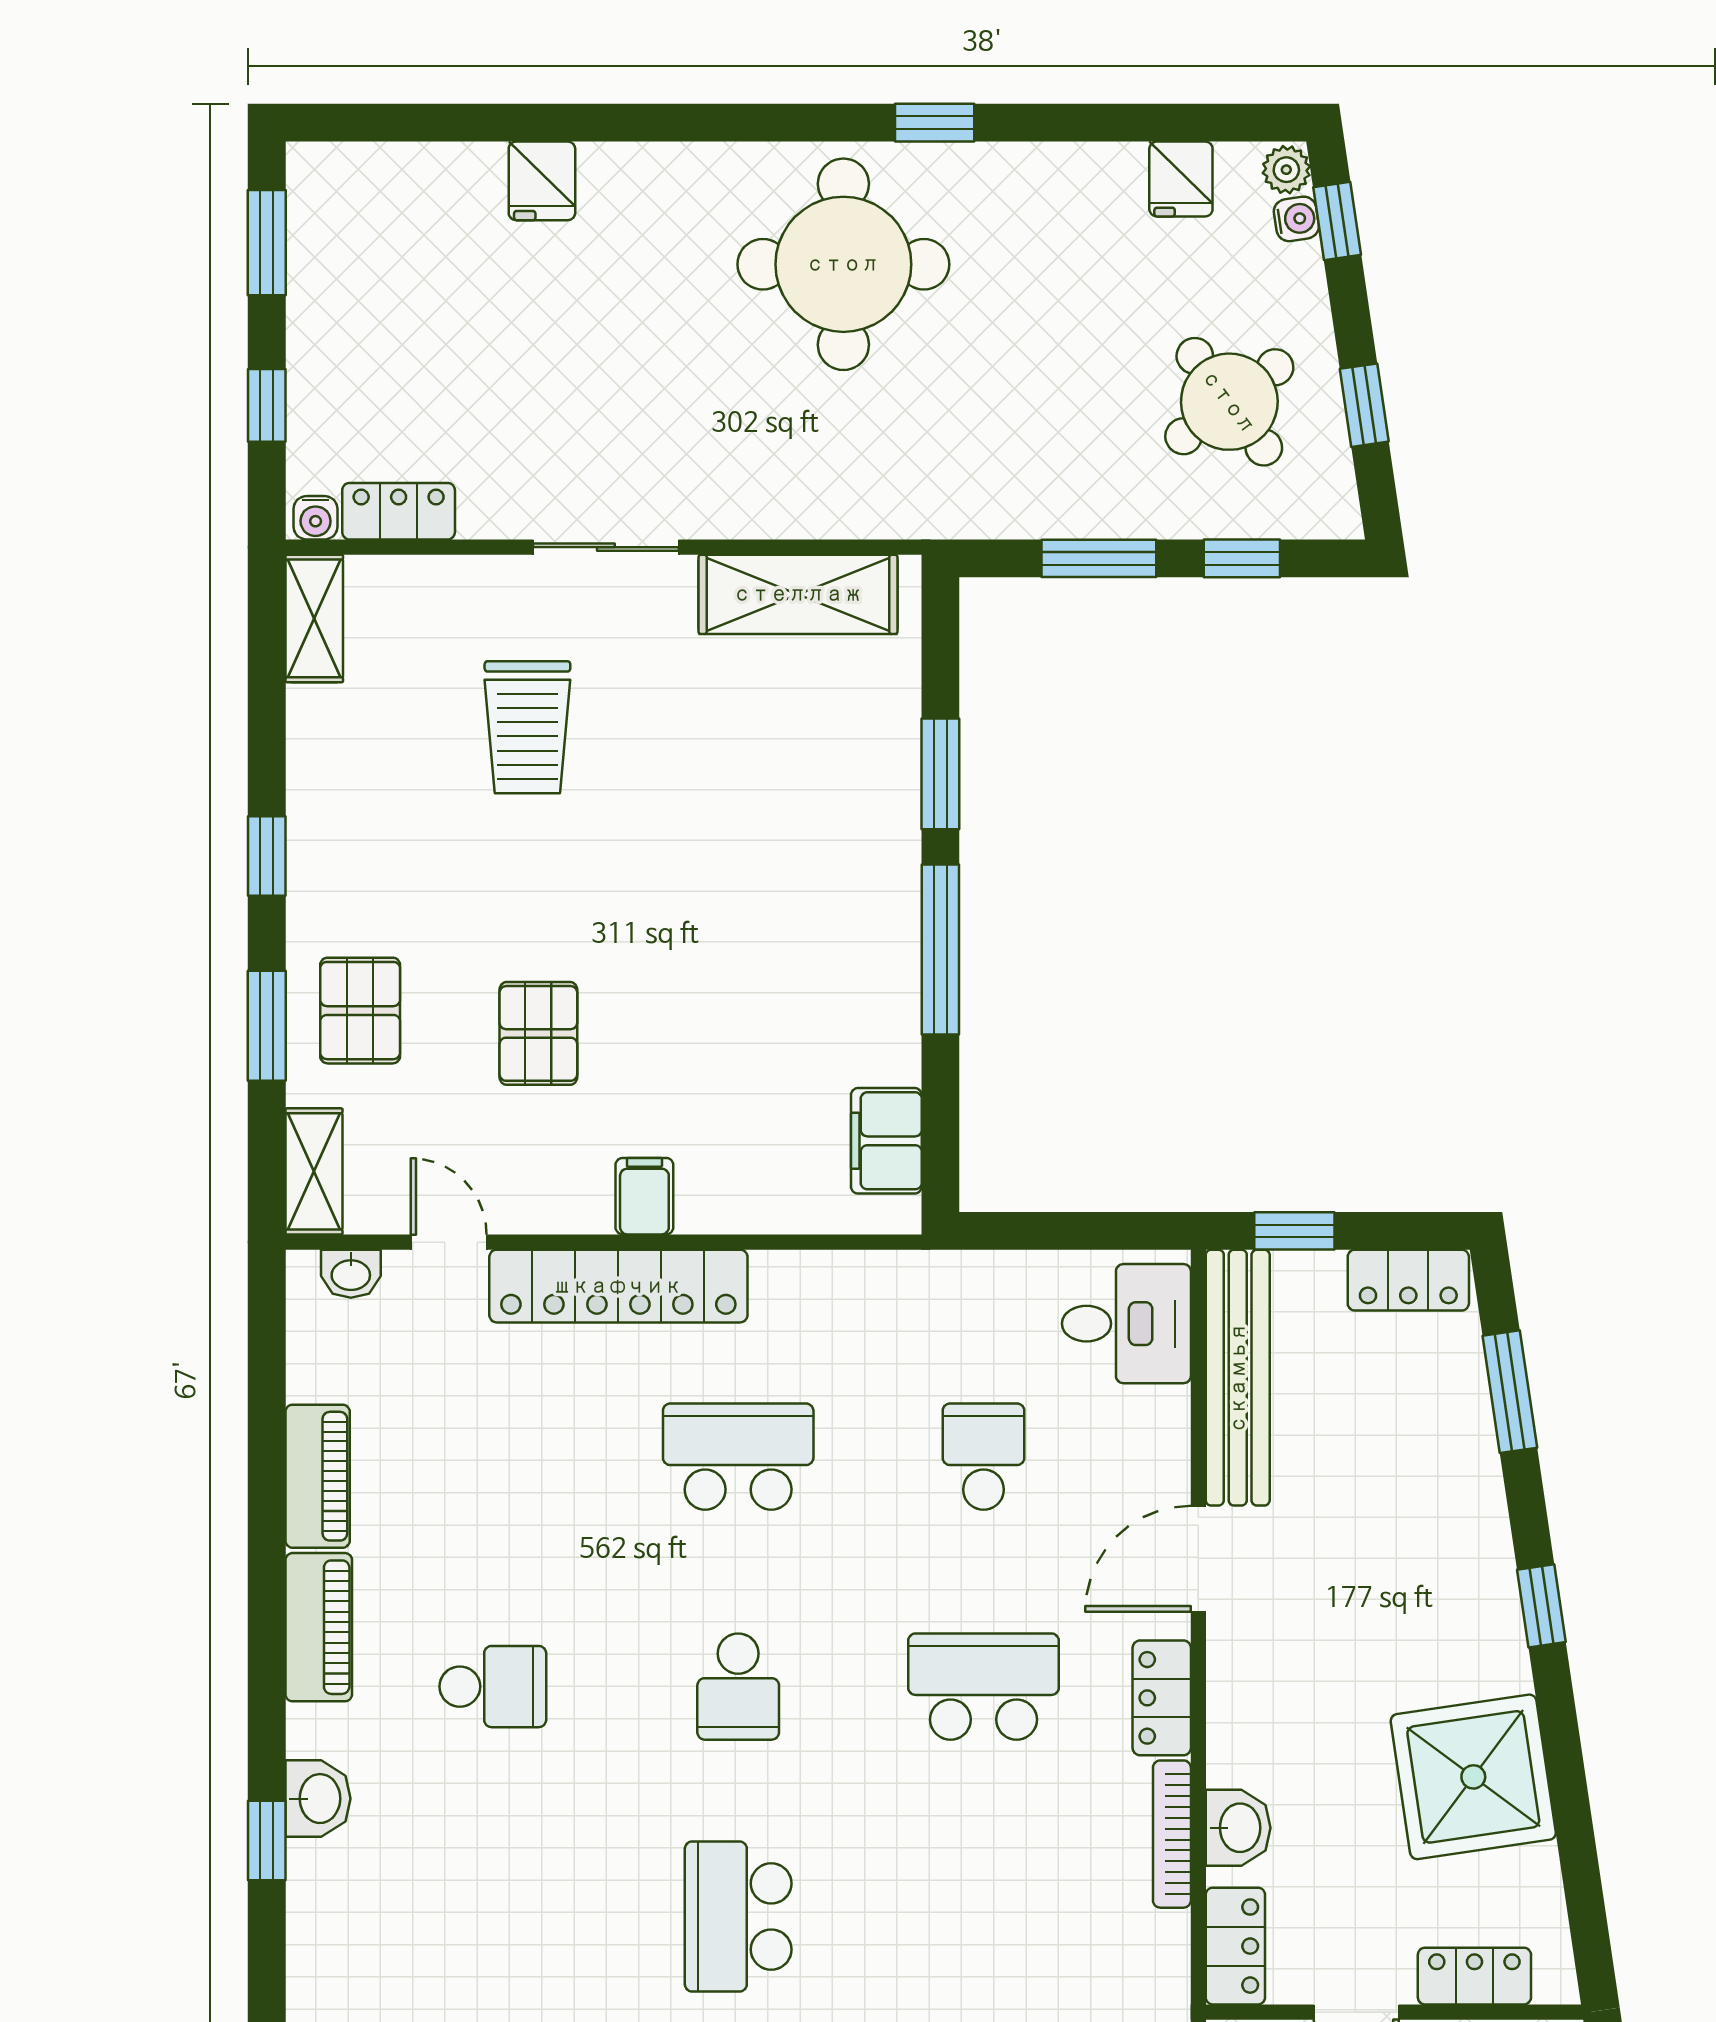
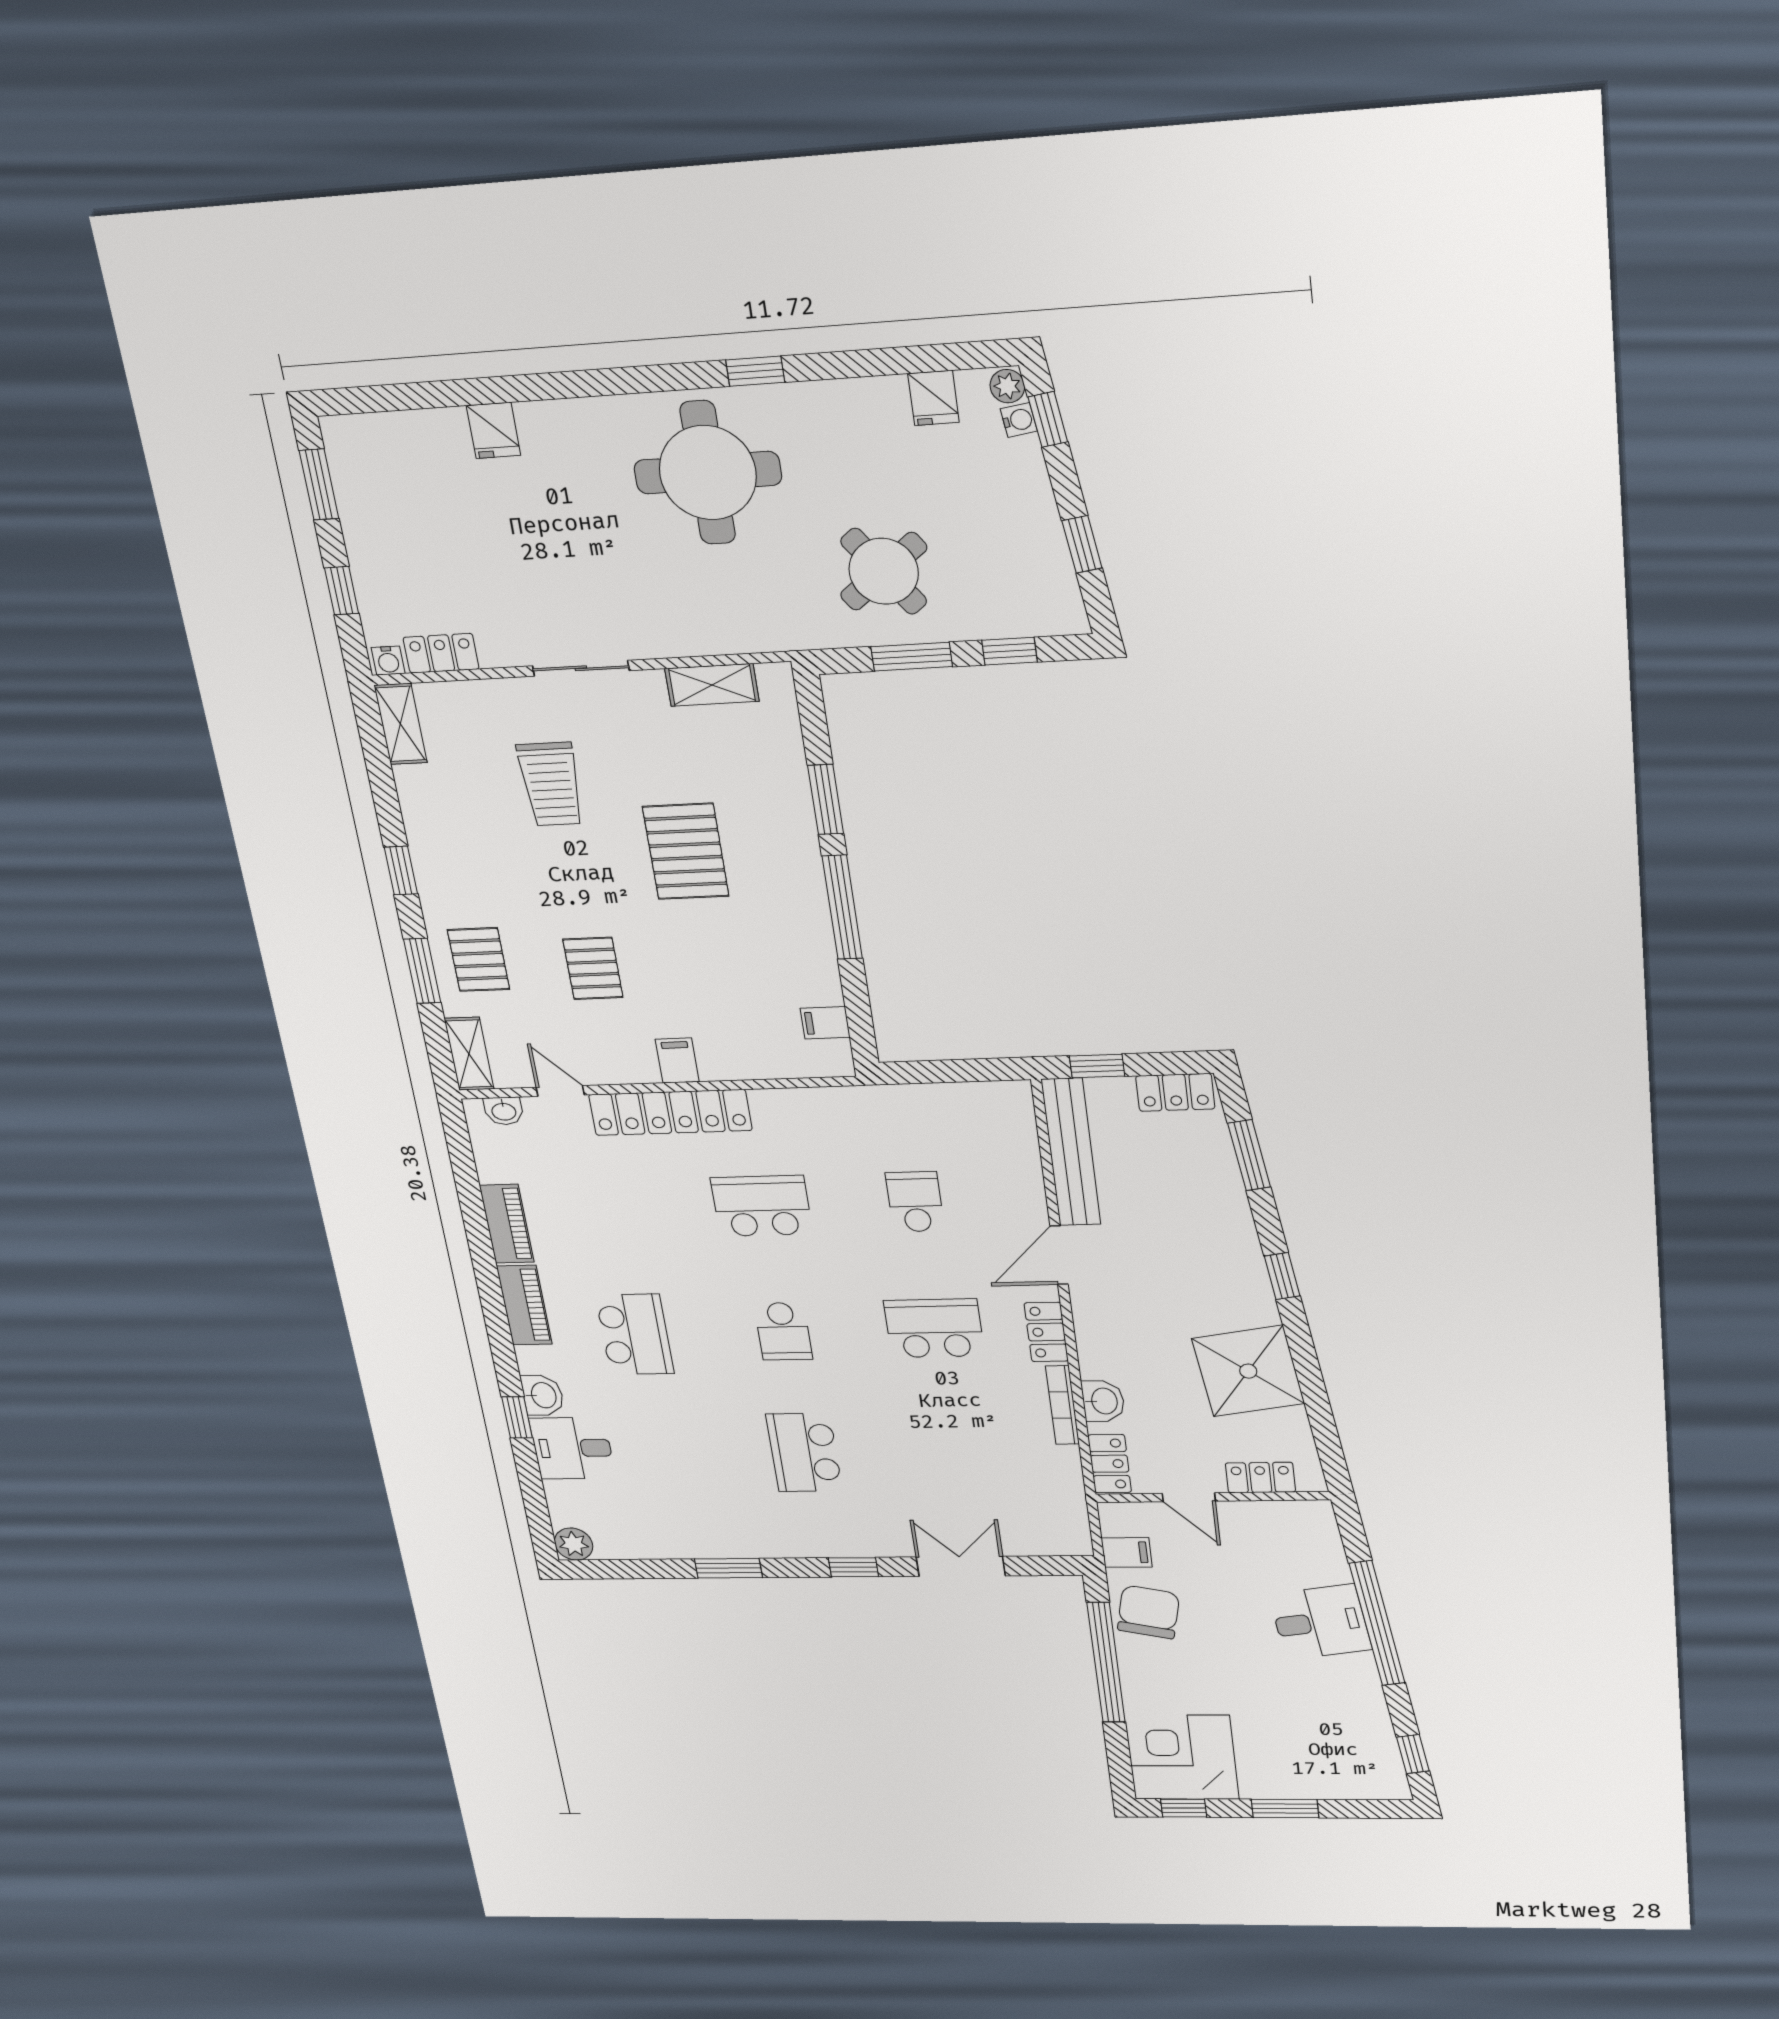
round table: (1229, 402) -> (884, 571), moved
shelving: (798, 594) -> (712, 685), width x0.67, depth x0.75
pallet: (715, 847) -> (686, 851), added
filing cabinet: (886, 1141) -> (825, 1023), width x0.50
desk: (1126, 1324) -> (572, 1448), moved, turned 180
school desk: (493, 1687) -> (635, 1334), width x1.85

